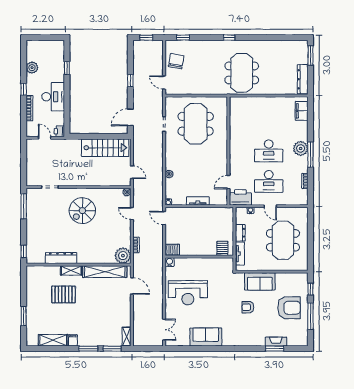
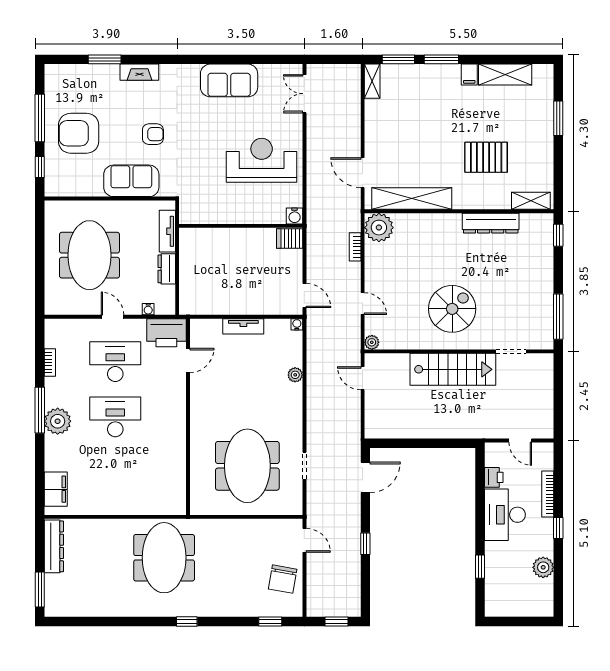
printer: (59, 131) -> (494, 477), moved
stairs: (105, 148) -> (453, 369), moved, turned 180
server rack: (222, 248) -> (199, 241), removed
shelving: (71, 270) -> (531, 201), moved
fireplace: (276, 342) -> (139, 72), moved

